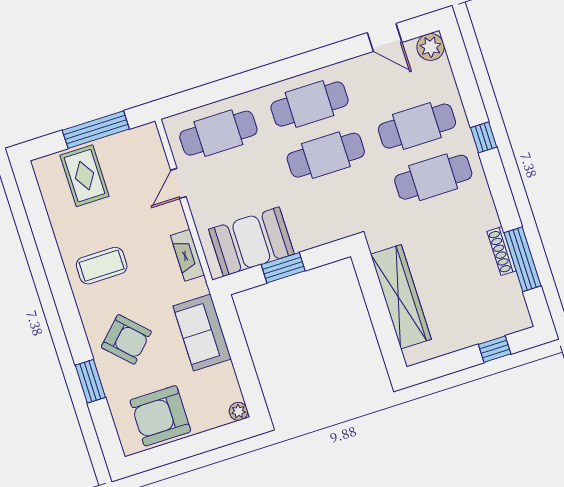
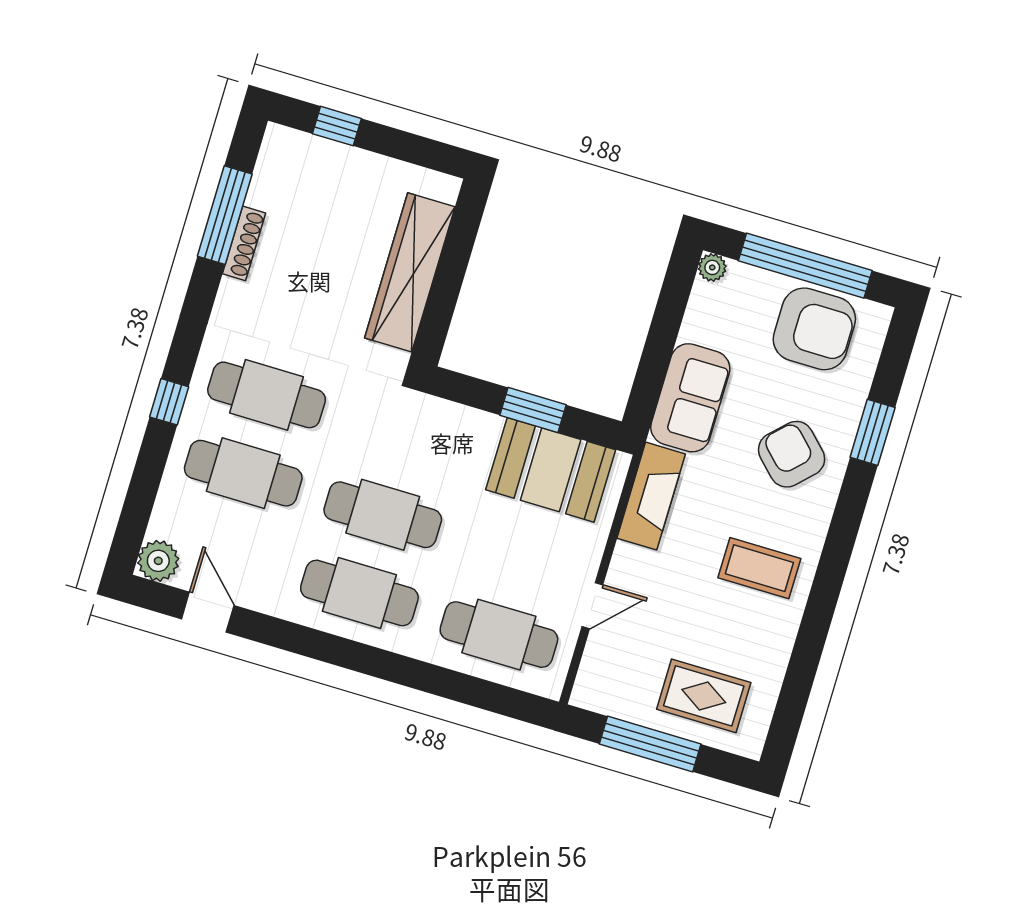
rug: (85, 176) -> (704, 696), turned 90
fireplace: (187, 255) -> (651, 496), width x1.37, depth x1.32
window: (189, 447) -> (805, 266), added

